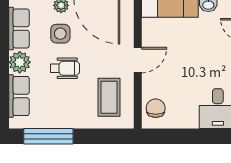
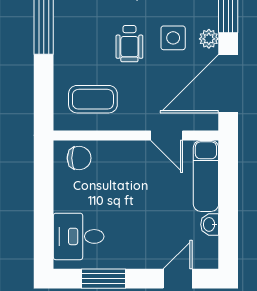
door: (138, 60) -> (167, 135), moved

